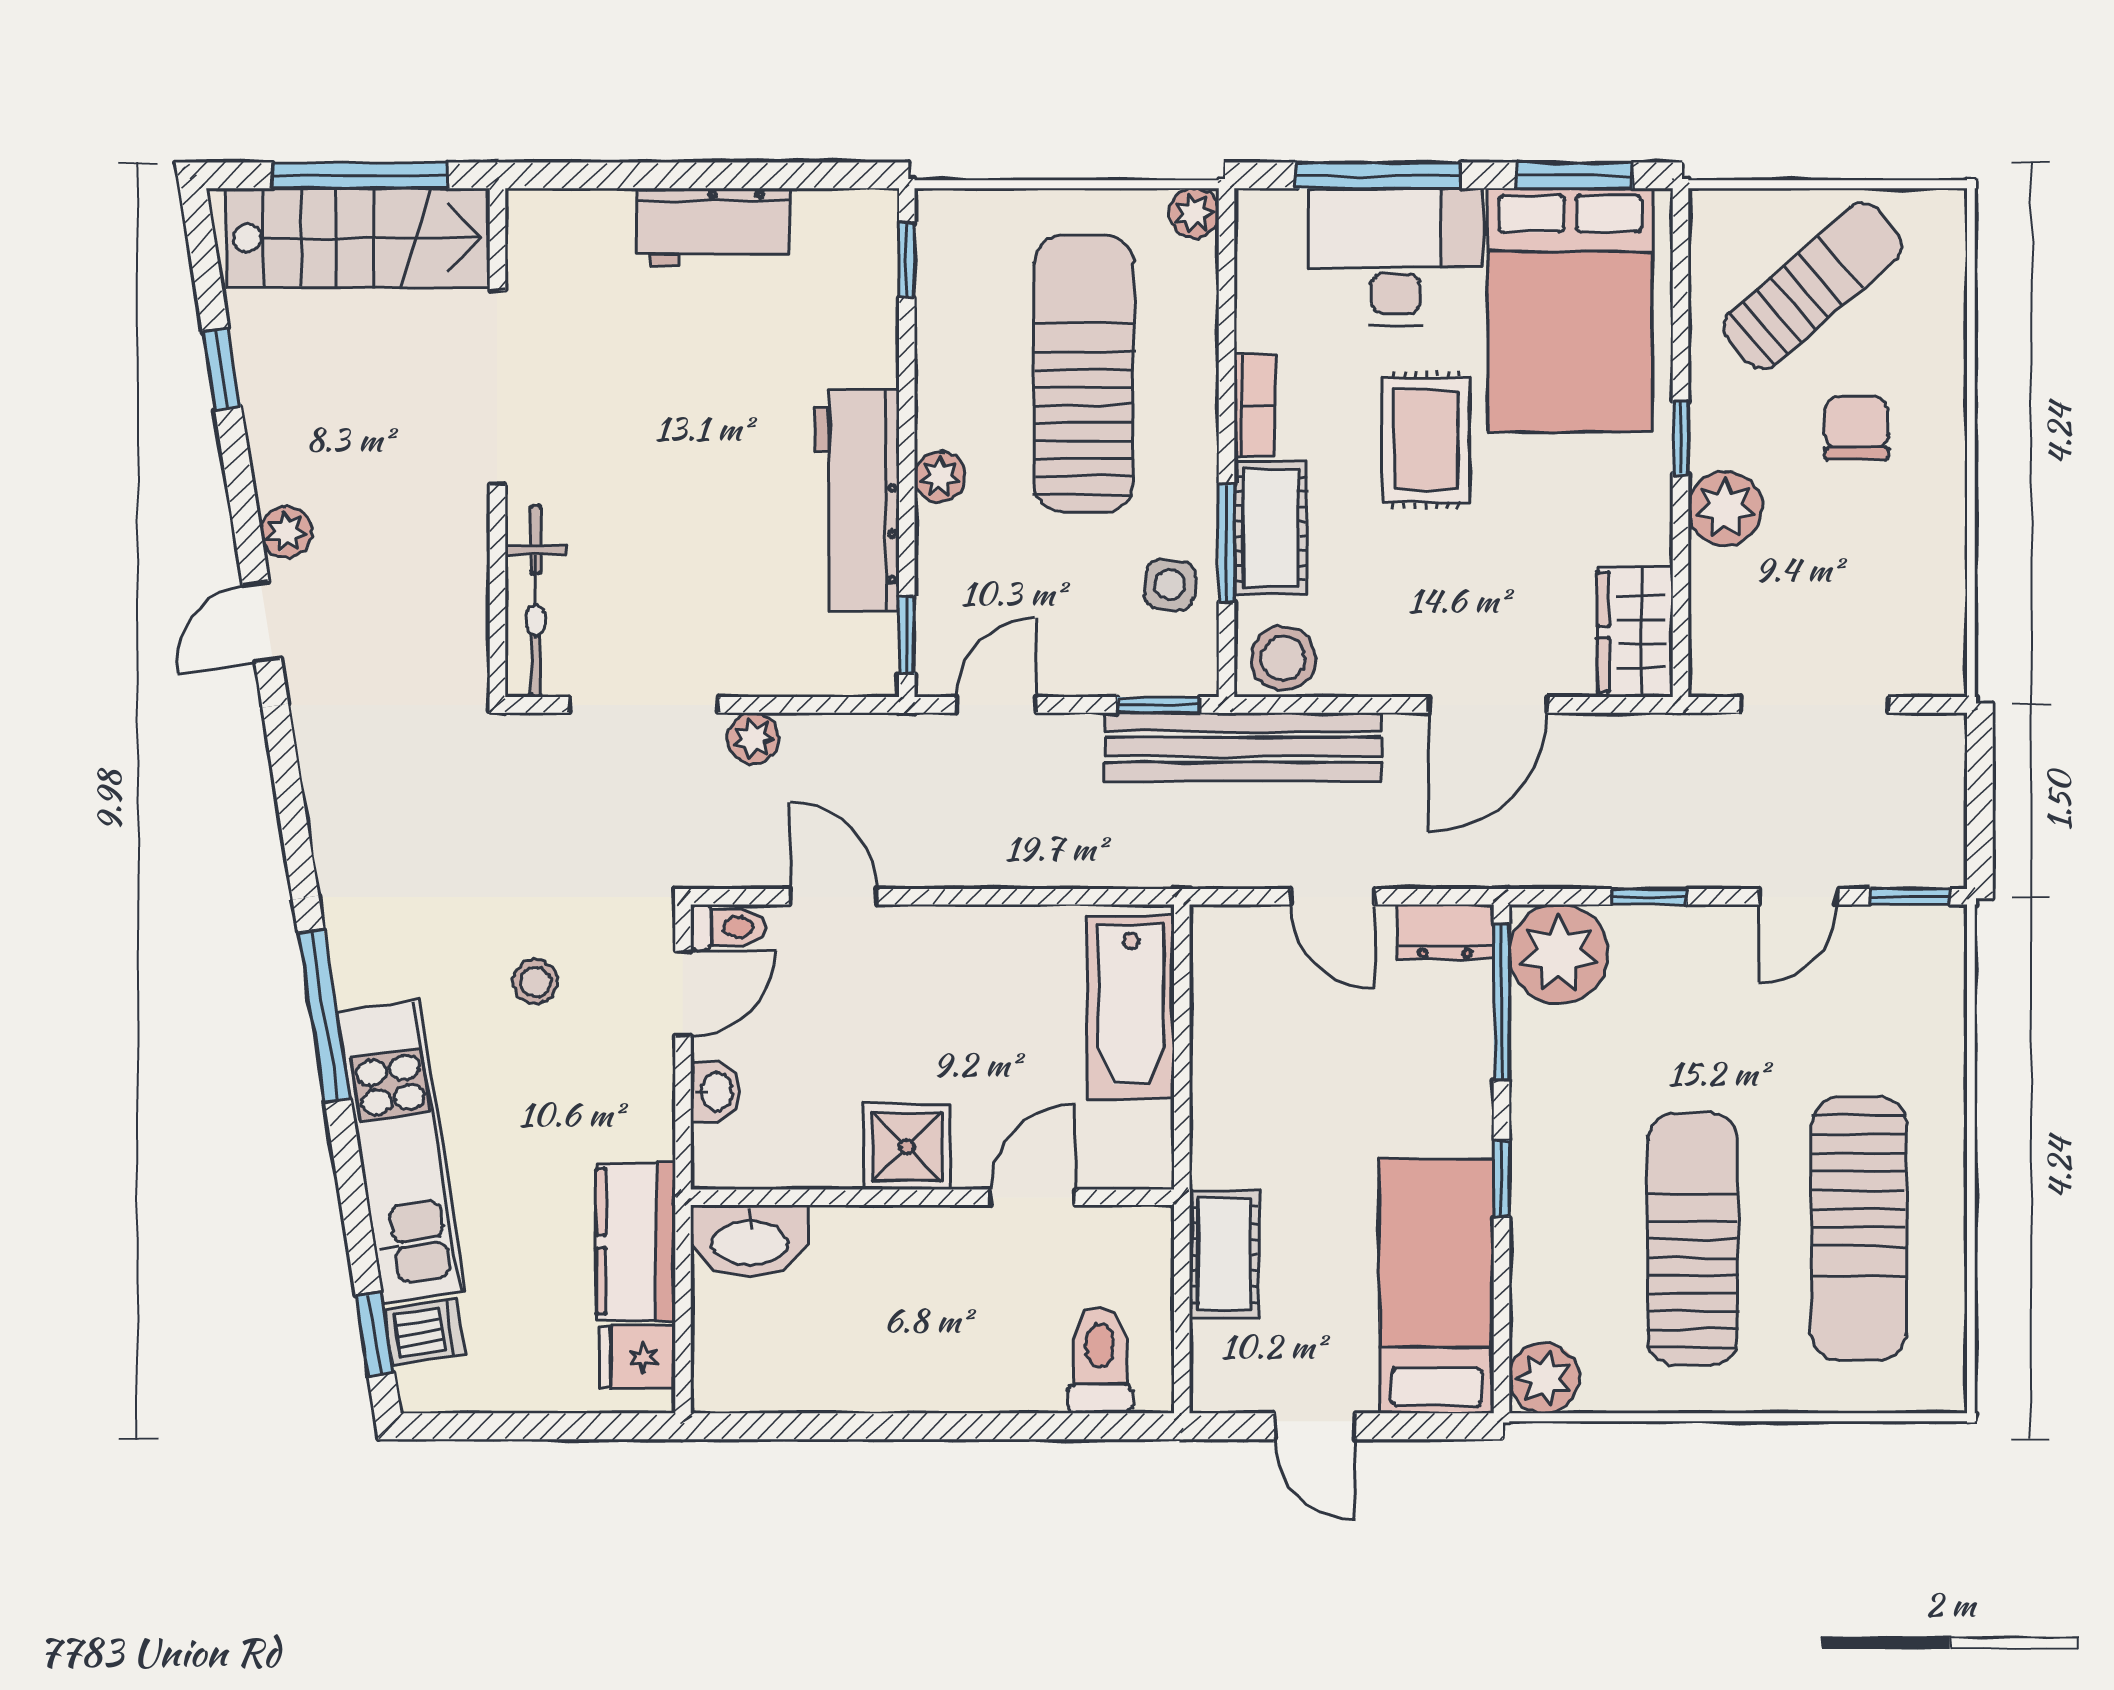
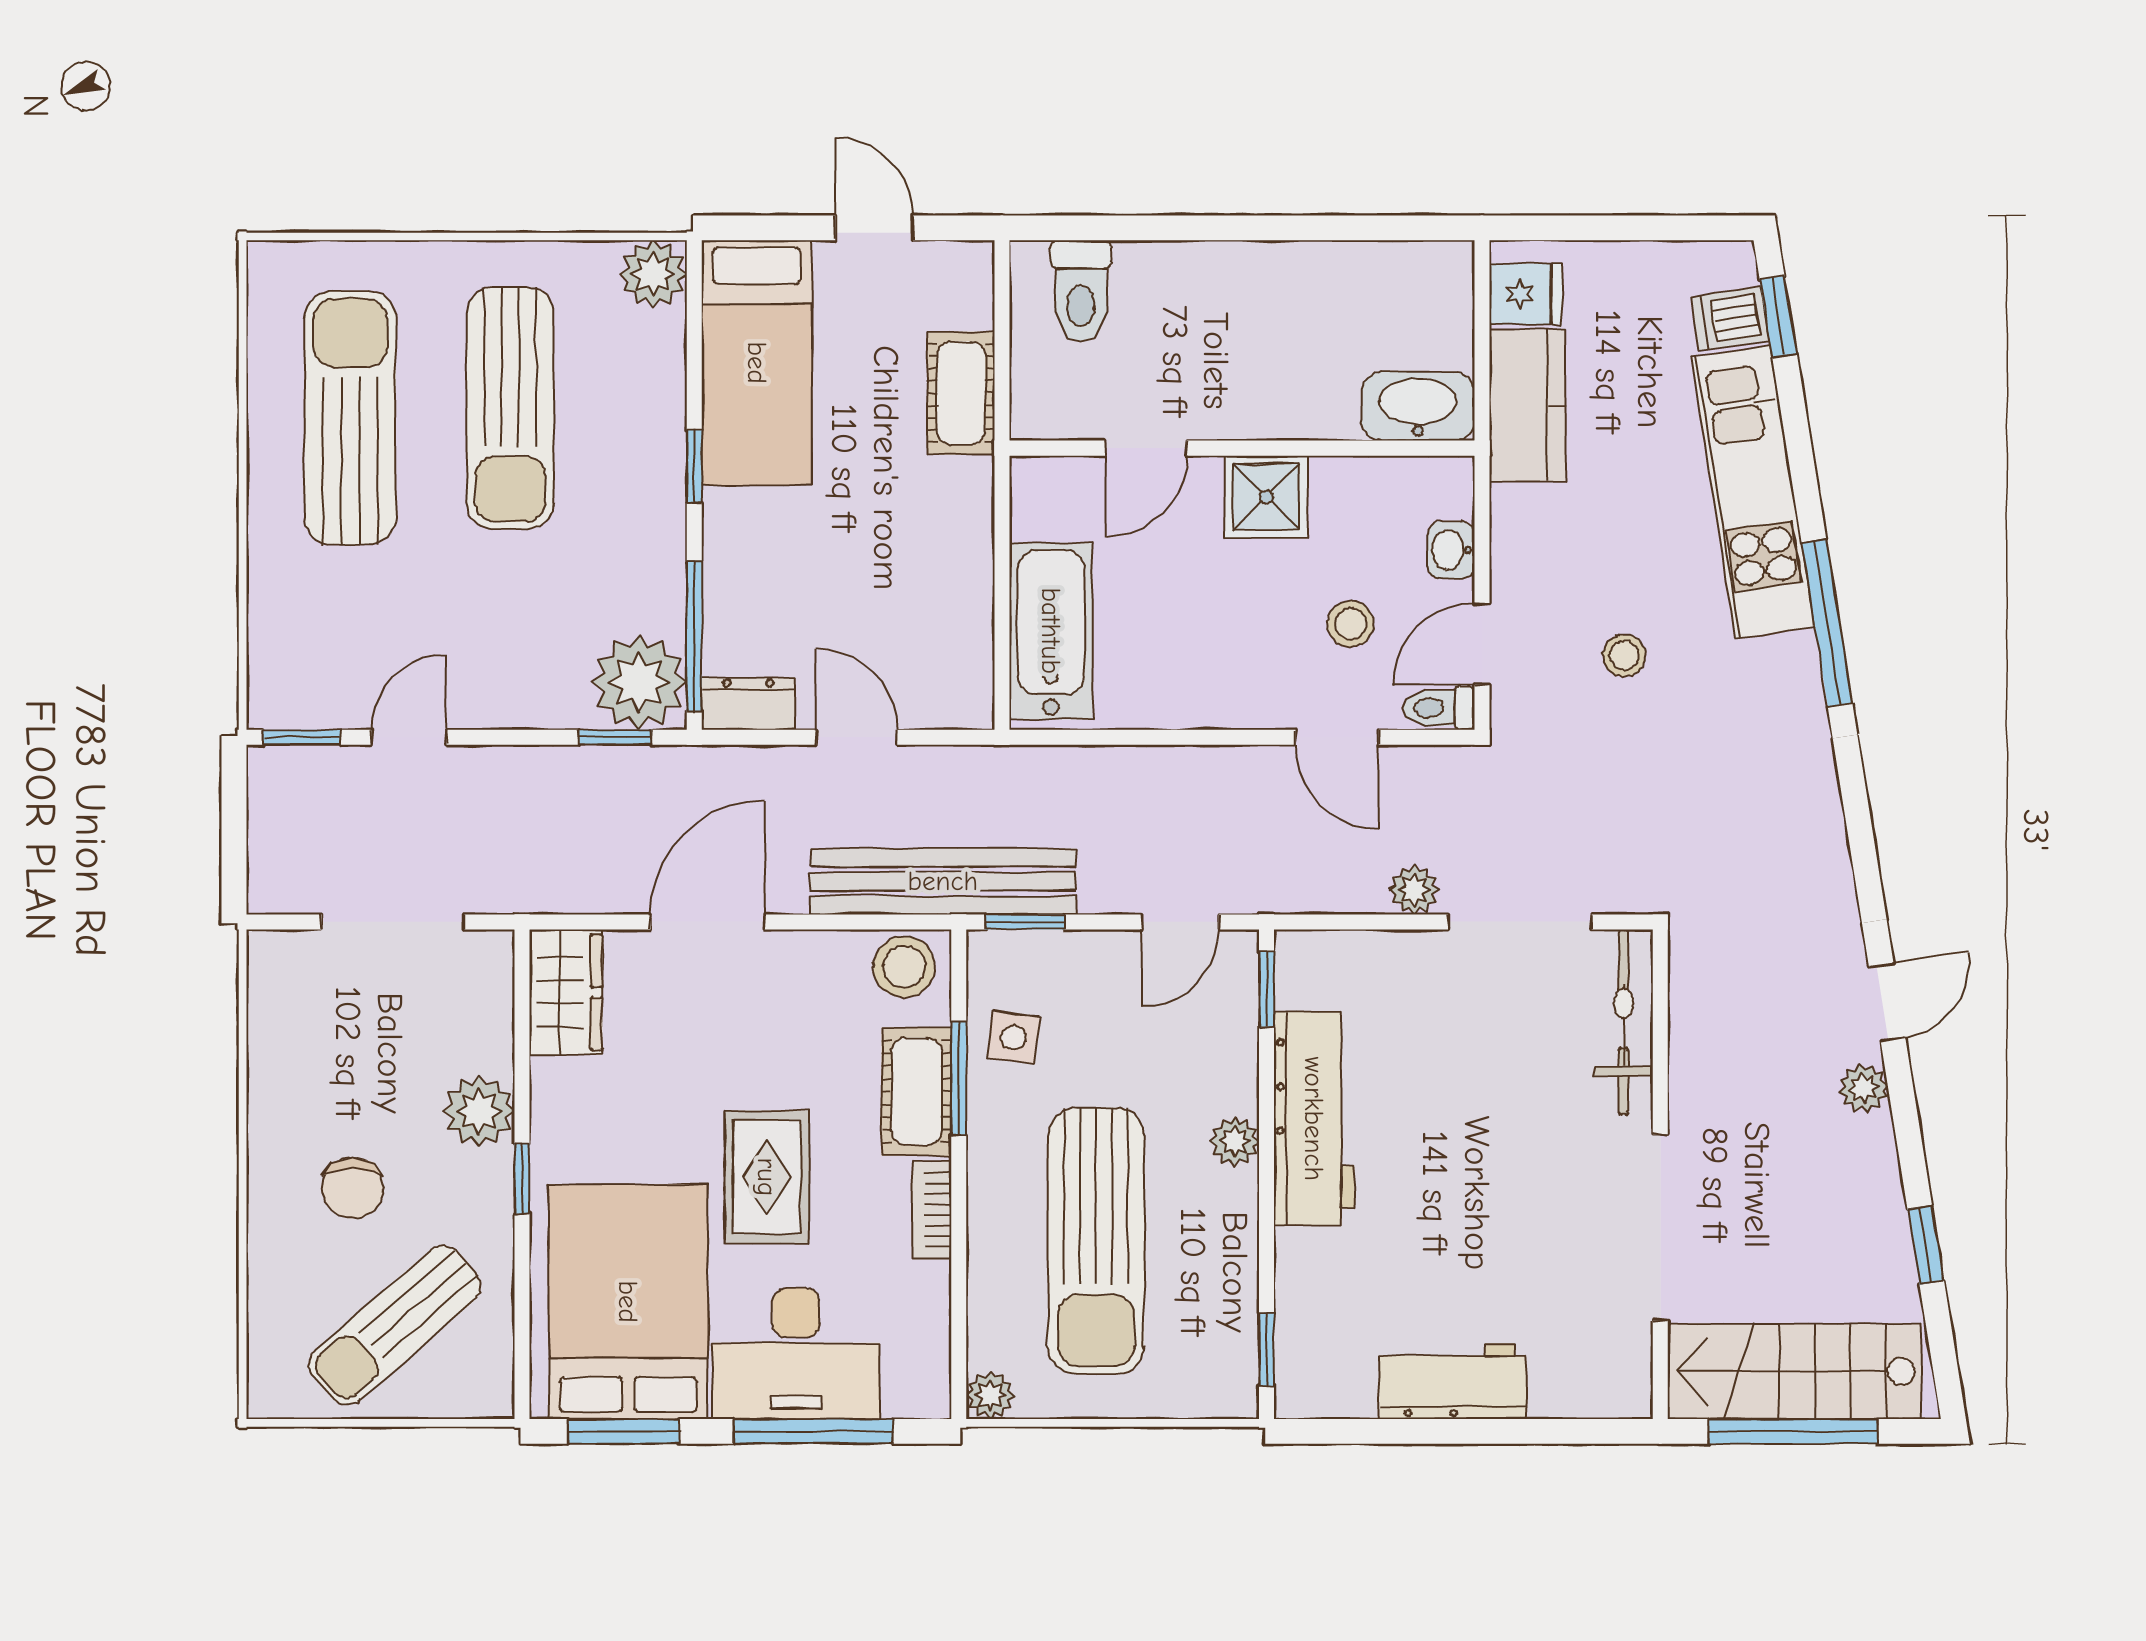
window: (1649, 897) -> (615, 737), moved
stool: (819, 1015) -> (1351, 624), added

